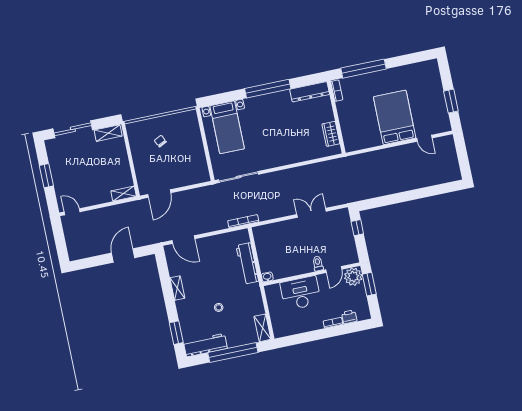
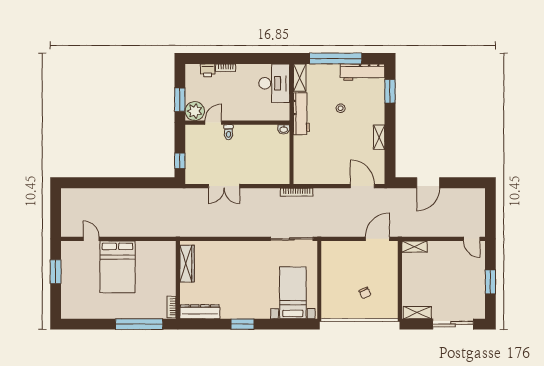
window: (268, 89) -> (242, 324), width x0.47
wardrobe: (331, 134) -> (187, 264), width x1.50
workbench: (247, 263) -> (301, 114), moved
desk: (301, 293) -> (274, 83), moved, turned -90

